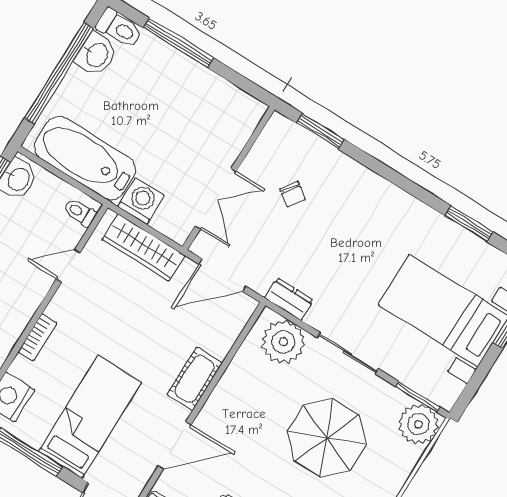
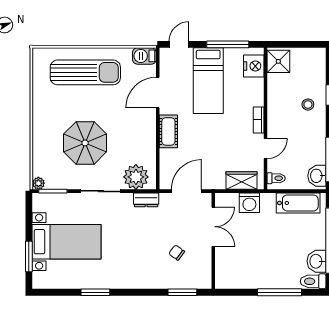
bathtub: (85, 158) -> (298, 203), width x0.73, depth x0.73
double door: (216, 199) -> (213, 227), swing flipped
window: (469, 224) -> (95, 292), moved
wardrobe: (144, 248) -> (242, 181), width x0.67
bookcase: (38, 337) -> (259, 120), moved
plant: (419, 424) -> (38, 183), width x0.53, depth x0.53

